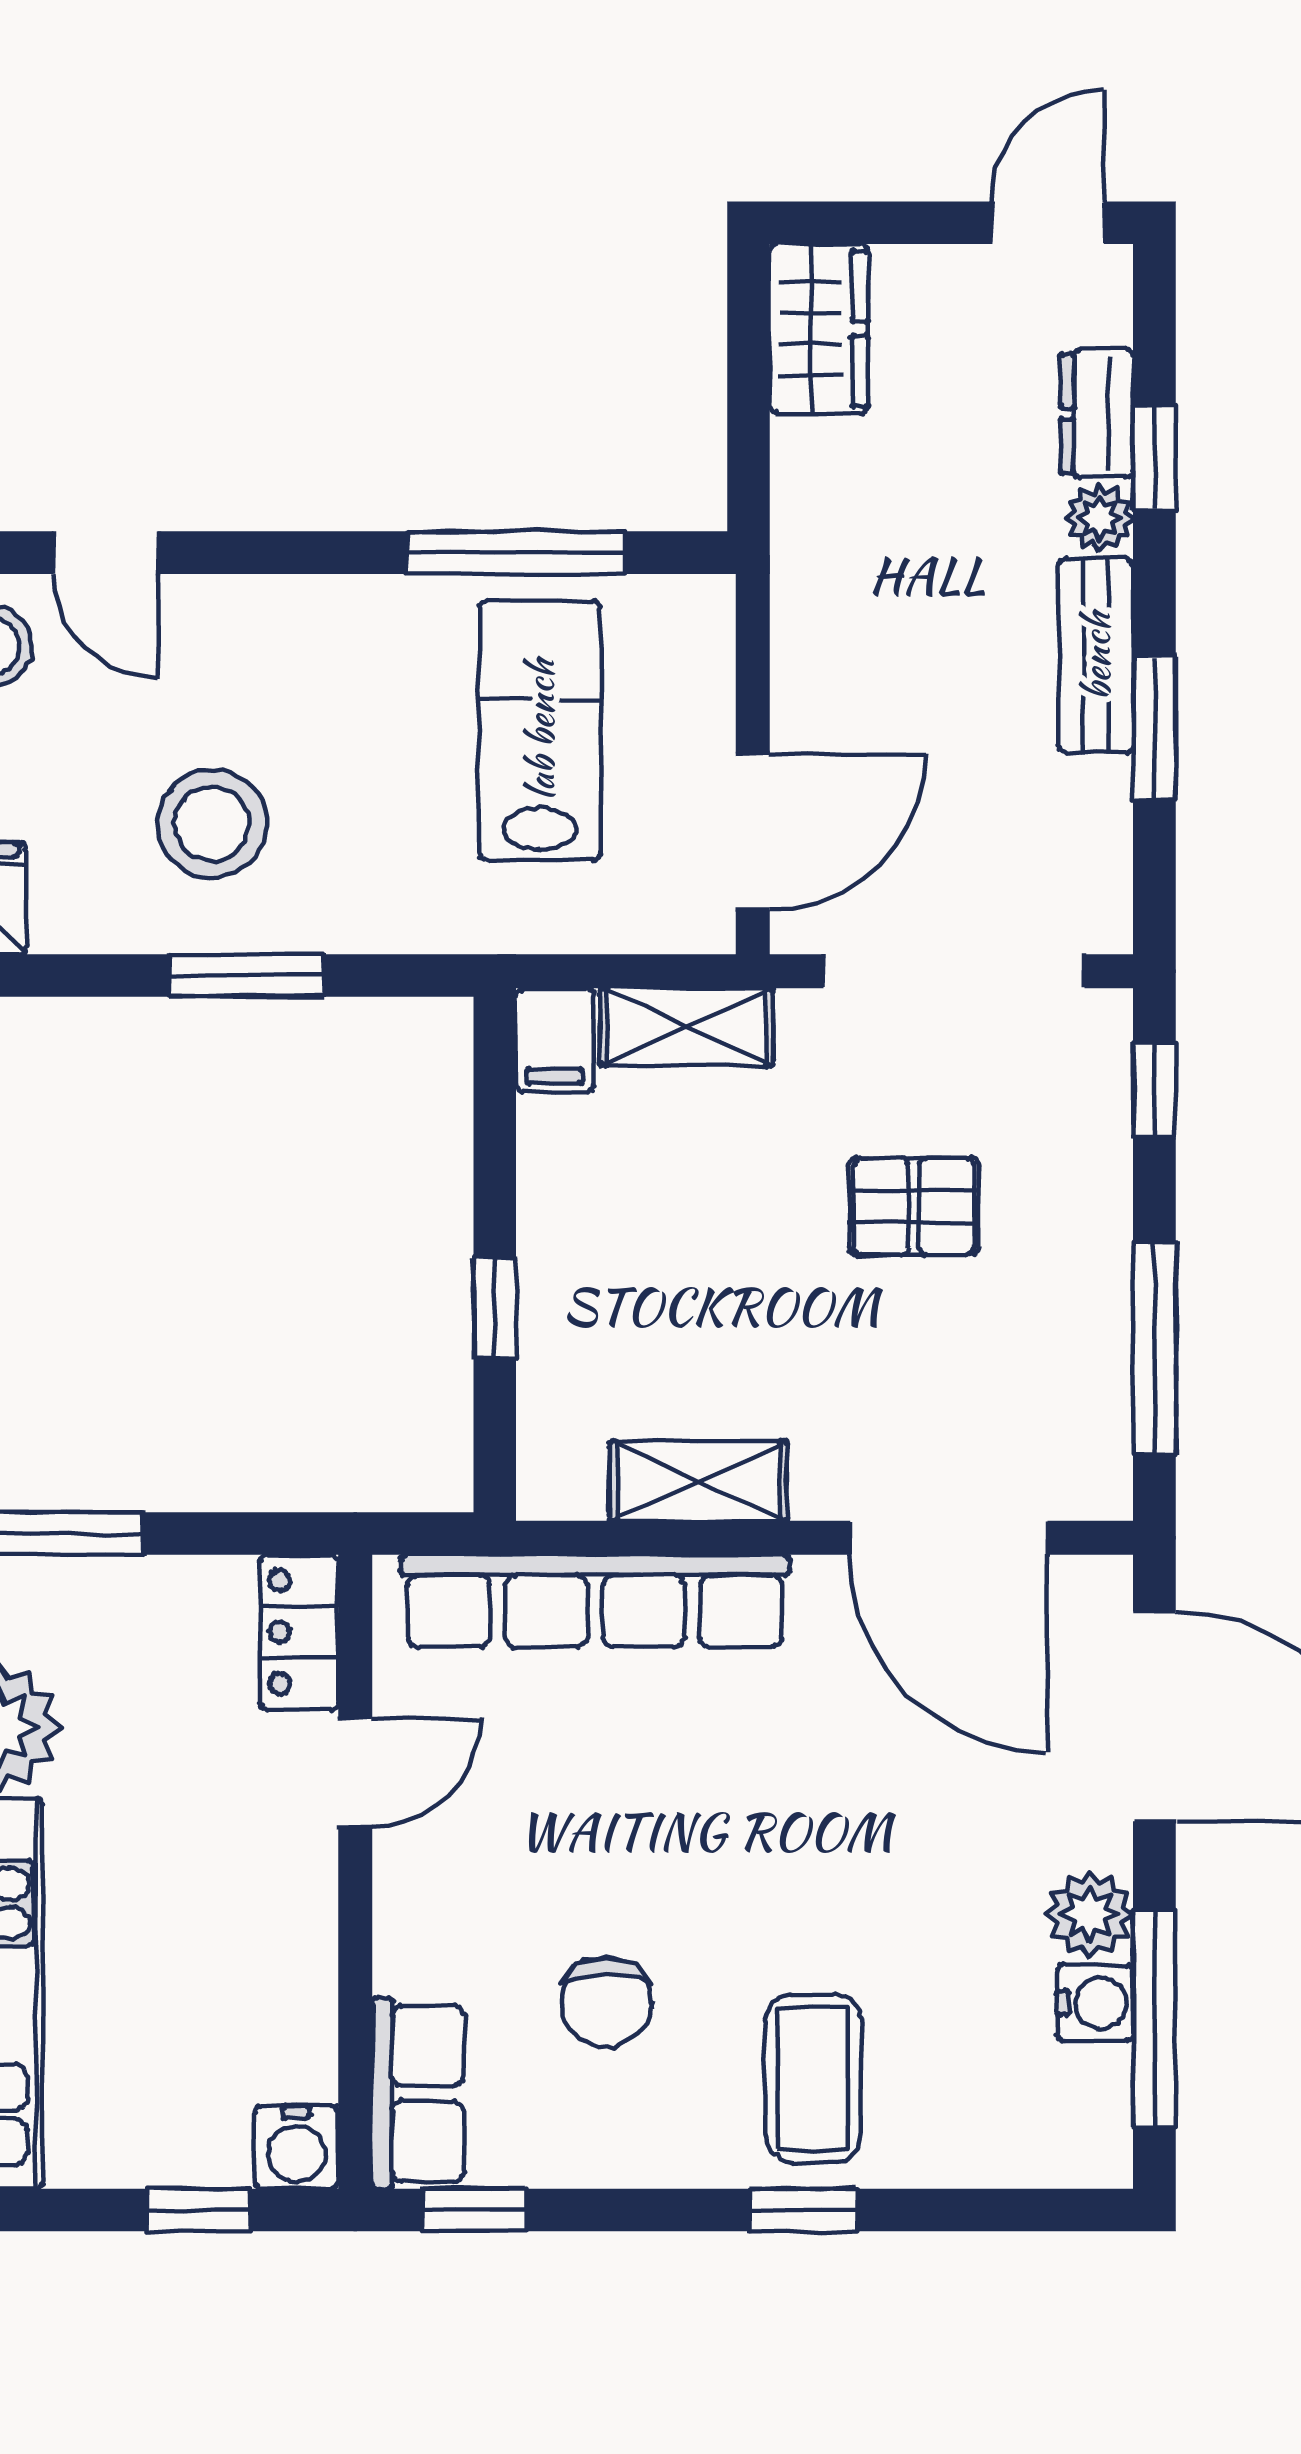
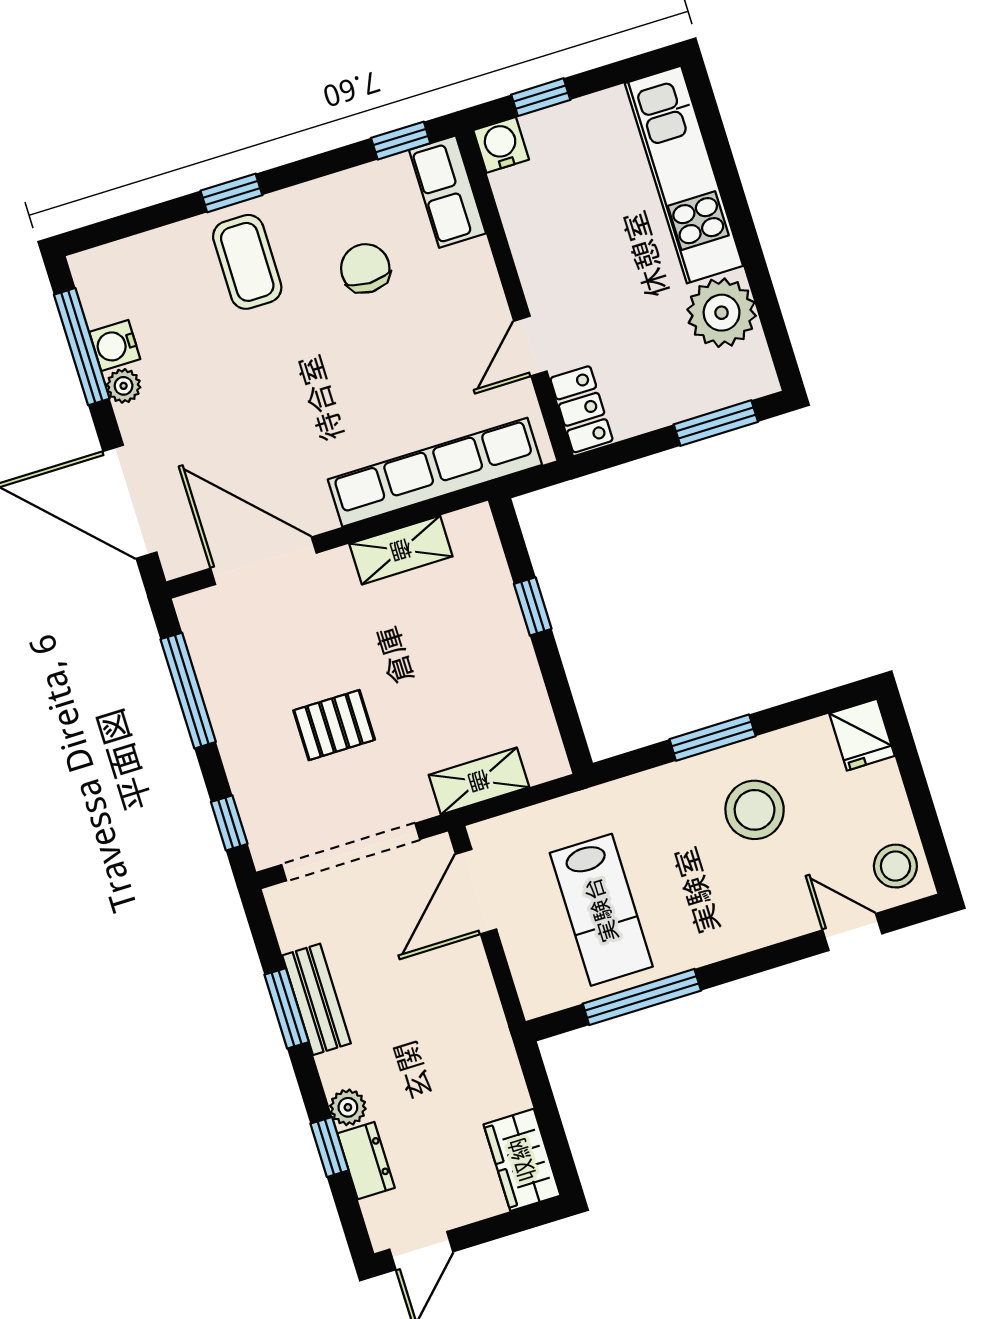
bench: (1096, 656) -> (317, 999), moved
filing cabinet: (555, 1040) -> (544, 753), removed
plant: (1090, 1914) -> (124, 386), width x0.73, depth x0.73

